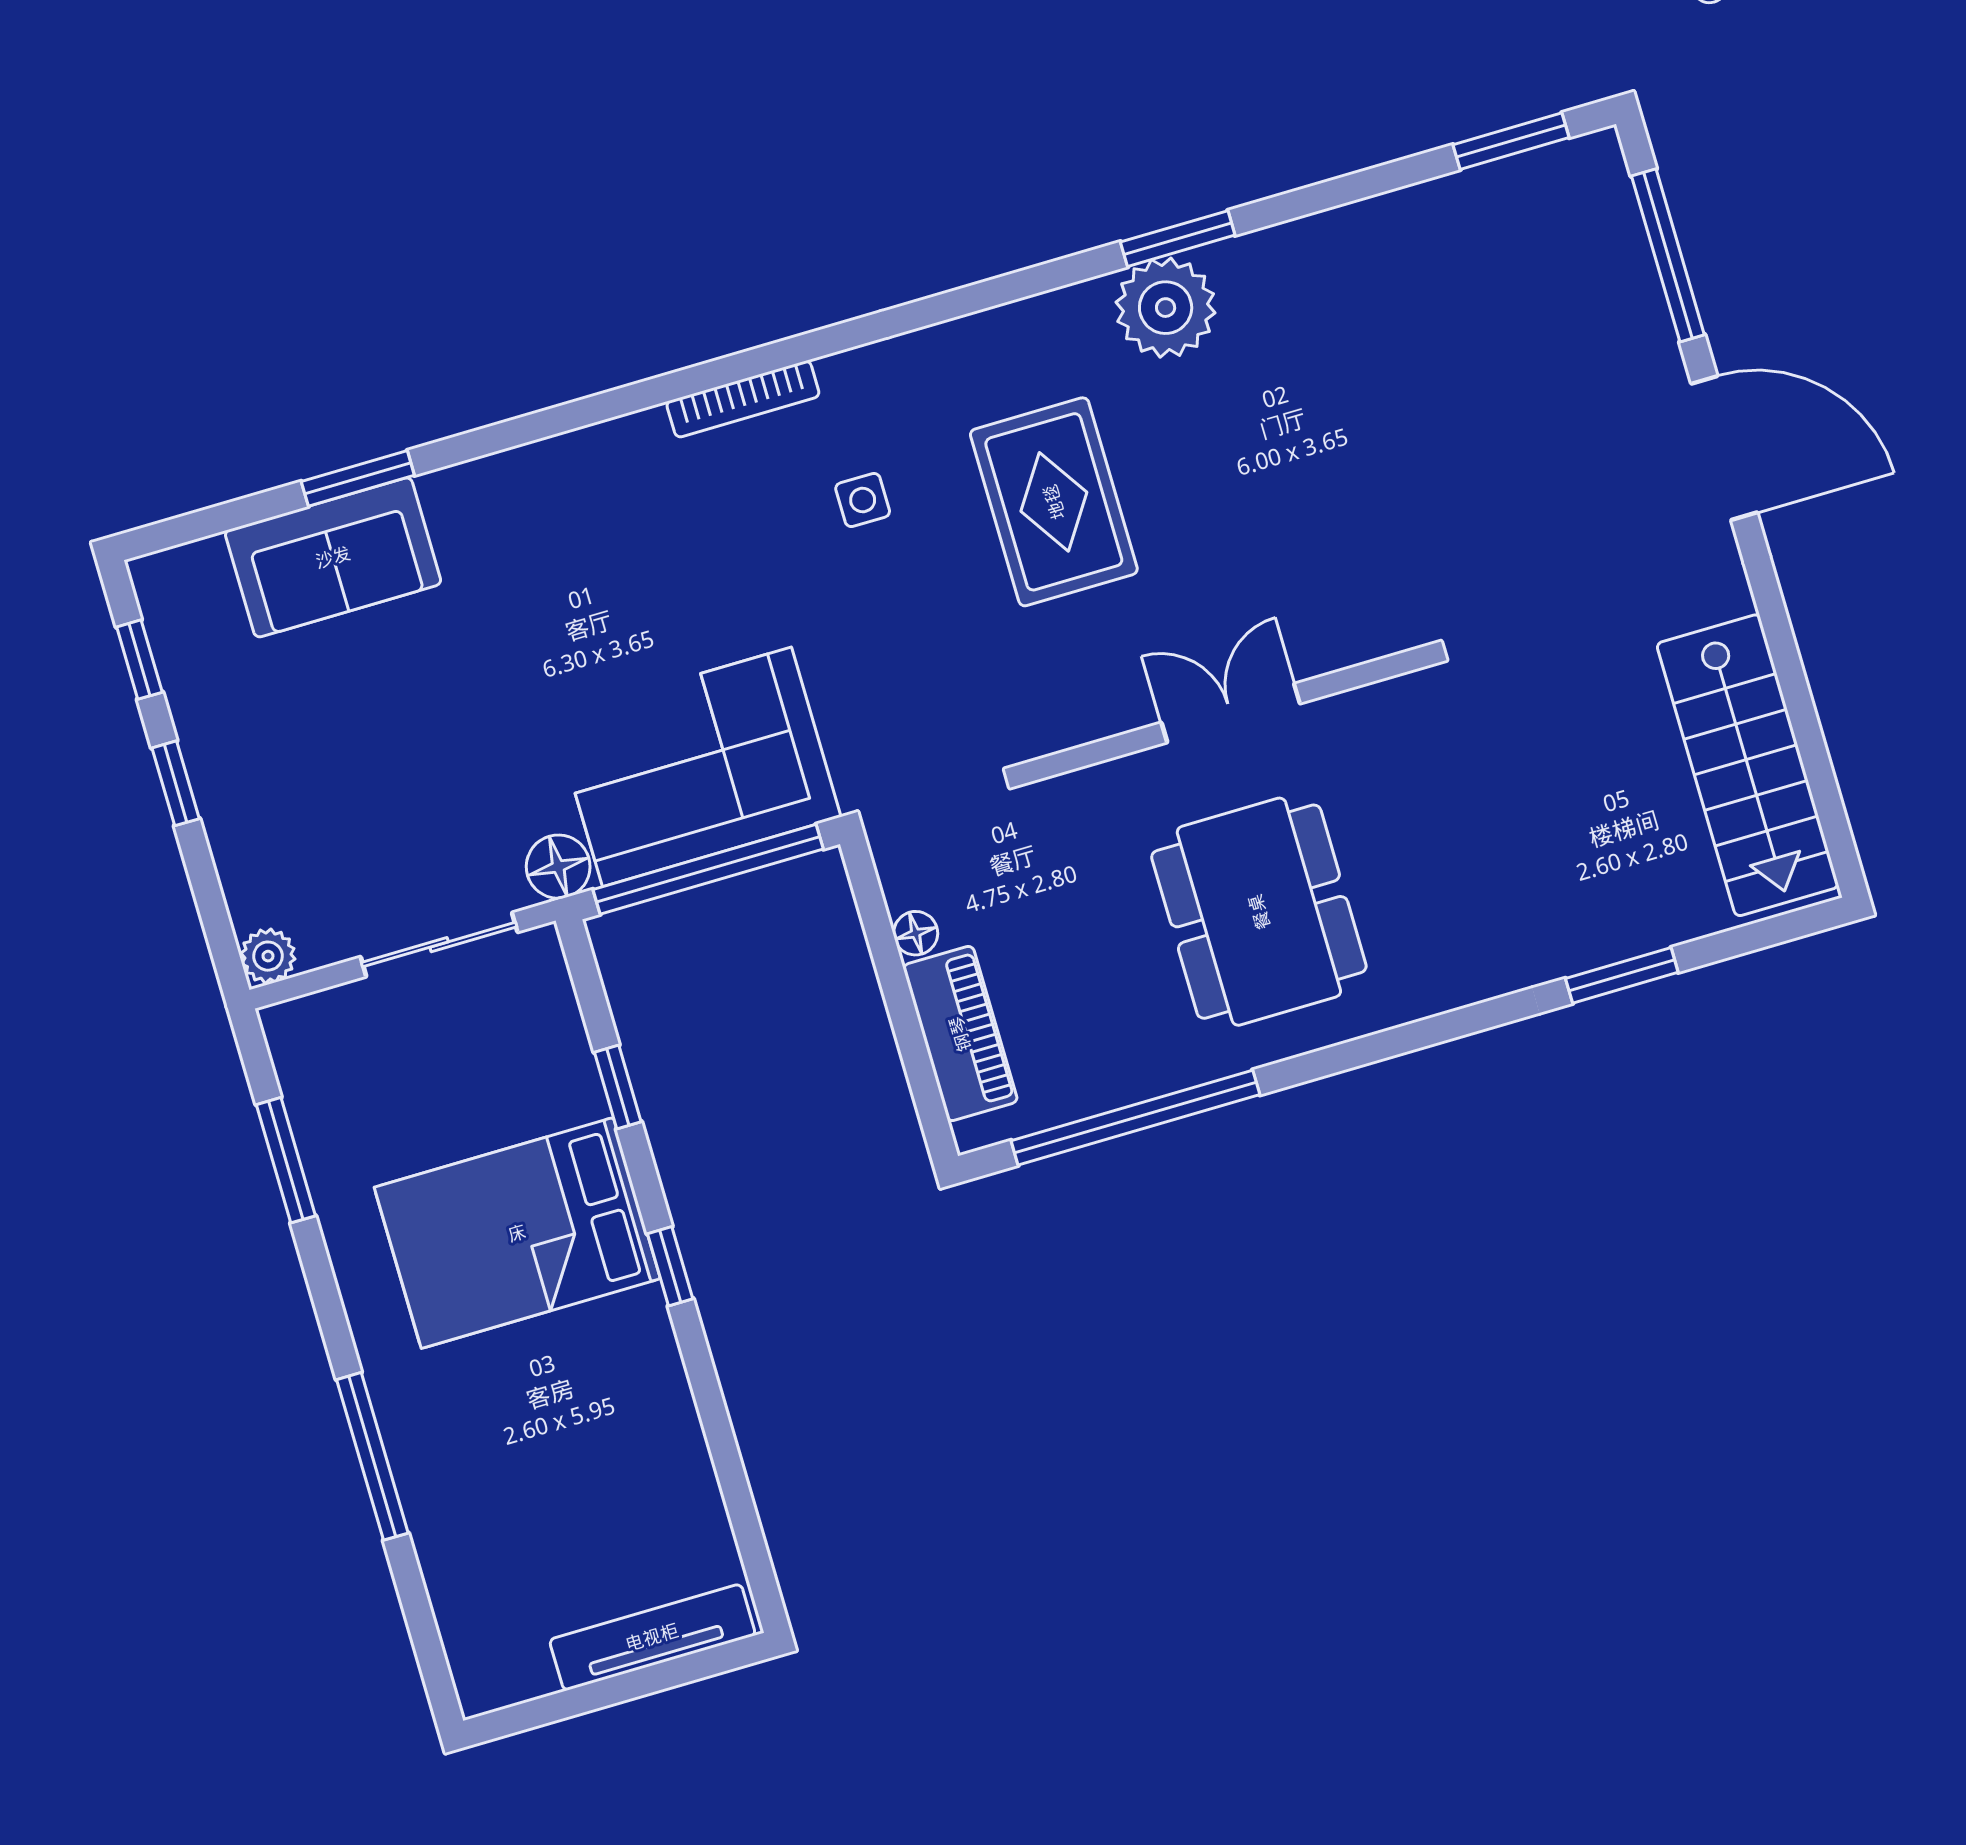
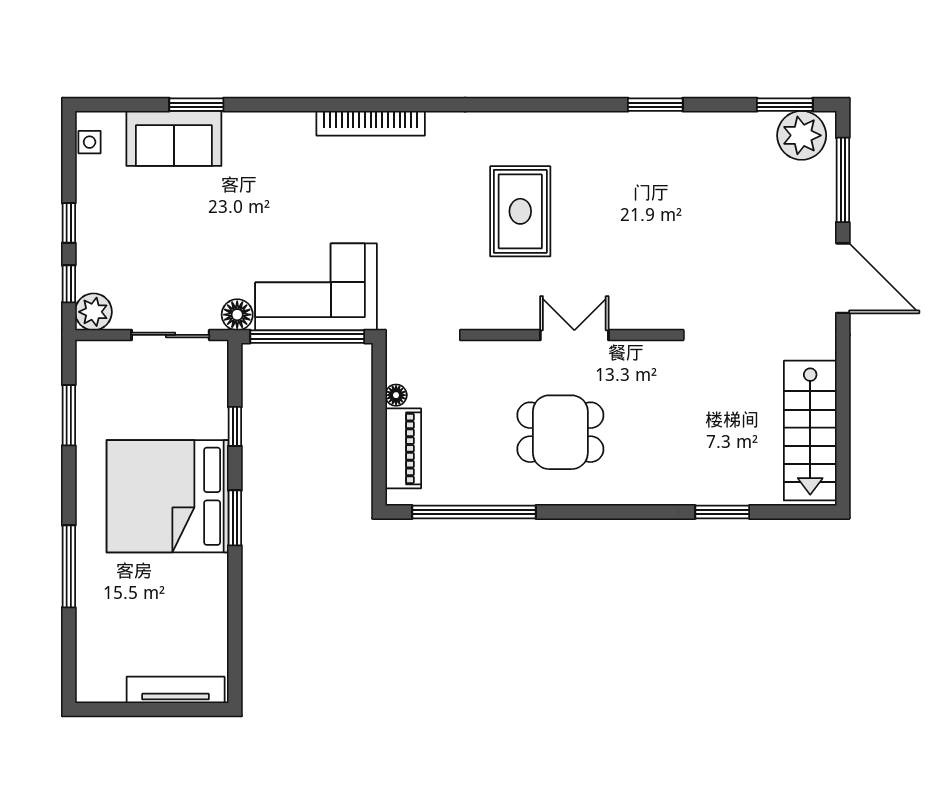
window: (1178, 239) -> (655, 105), moved
plant: (1166, 308) -> (802, 135), moved
bookcase: (743, 399) -> (371, 123), width x1.48, depth x1.31
side table: (863, 500) -> (90, 142), moved
window: (139, 660) -> (69, 284), moved
dining table: (1259, 912) -> (560, 432), width x0.73
plant: (268, 956) -> (93, 312), width x1.38, depth x1.38
bed: (517, 1233) -> (168, 496), width x1.36
window: (670, 1266) -> (235, 518), width x1.50

